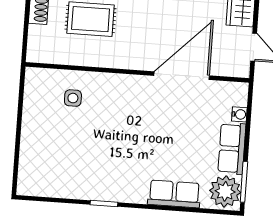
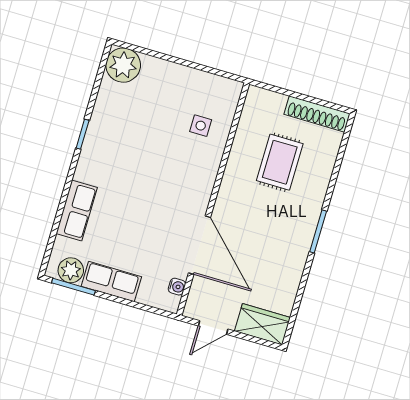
water cooler: (239, 114) -> (177, 287), moved, turned -90
plant: (33, 180) -> (123, 65), added
plant: (225, 191) -> (71, 270), width x0.73, depth x0.73

